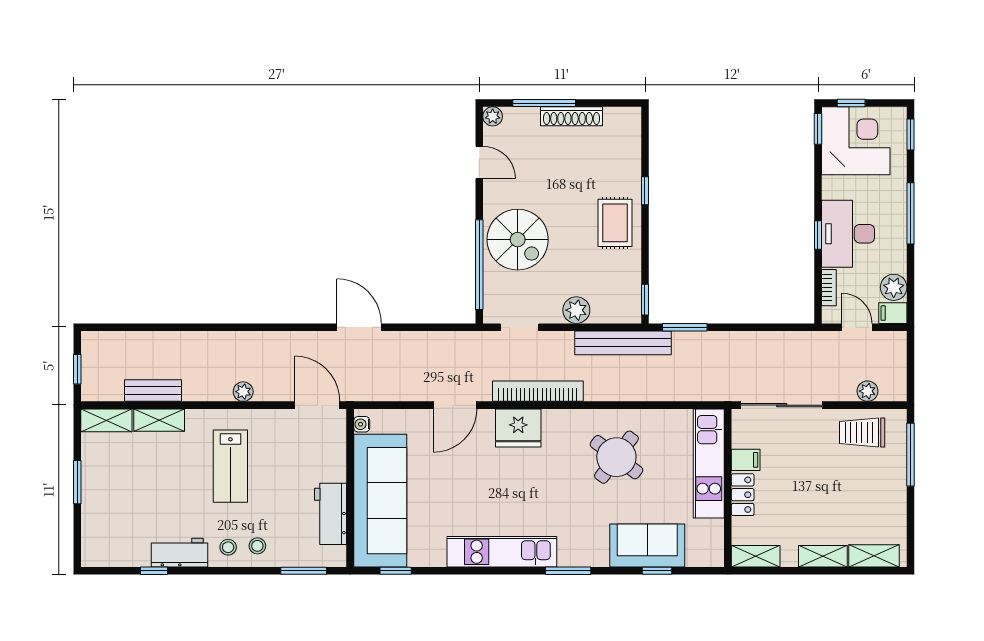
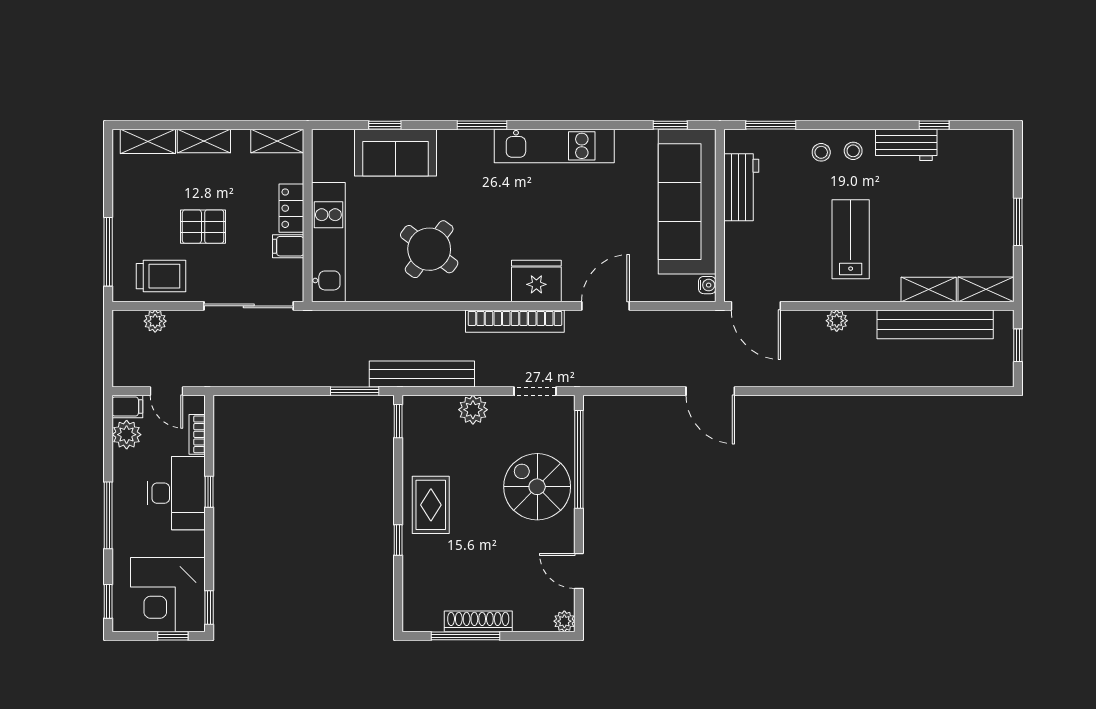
window: (544, 103) -> (466, 636), moved
bench: (153, 391) -> (935, 324), width x1.86, depth x1.21
pallet: (824, 478) -> (203, 227), added

